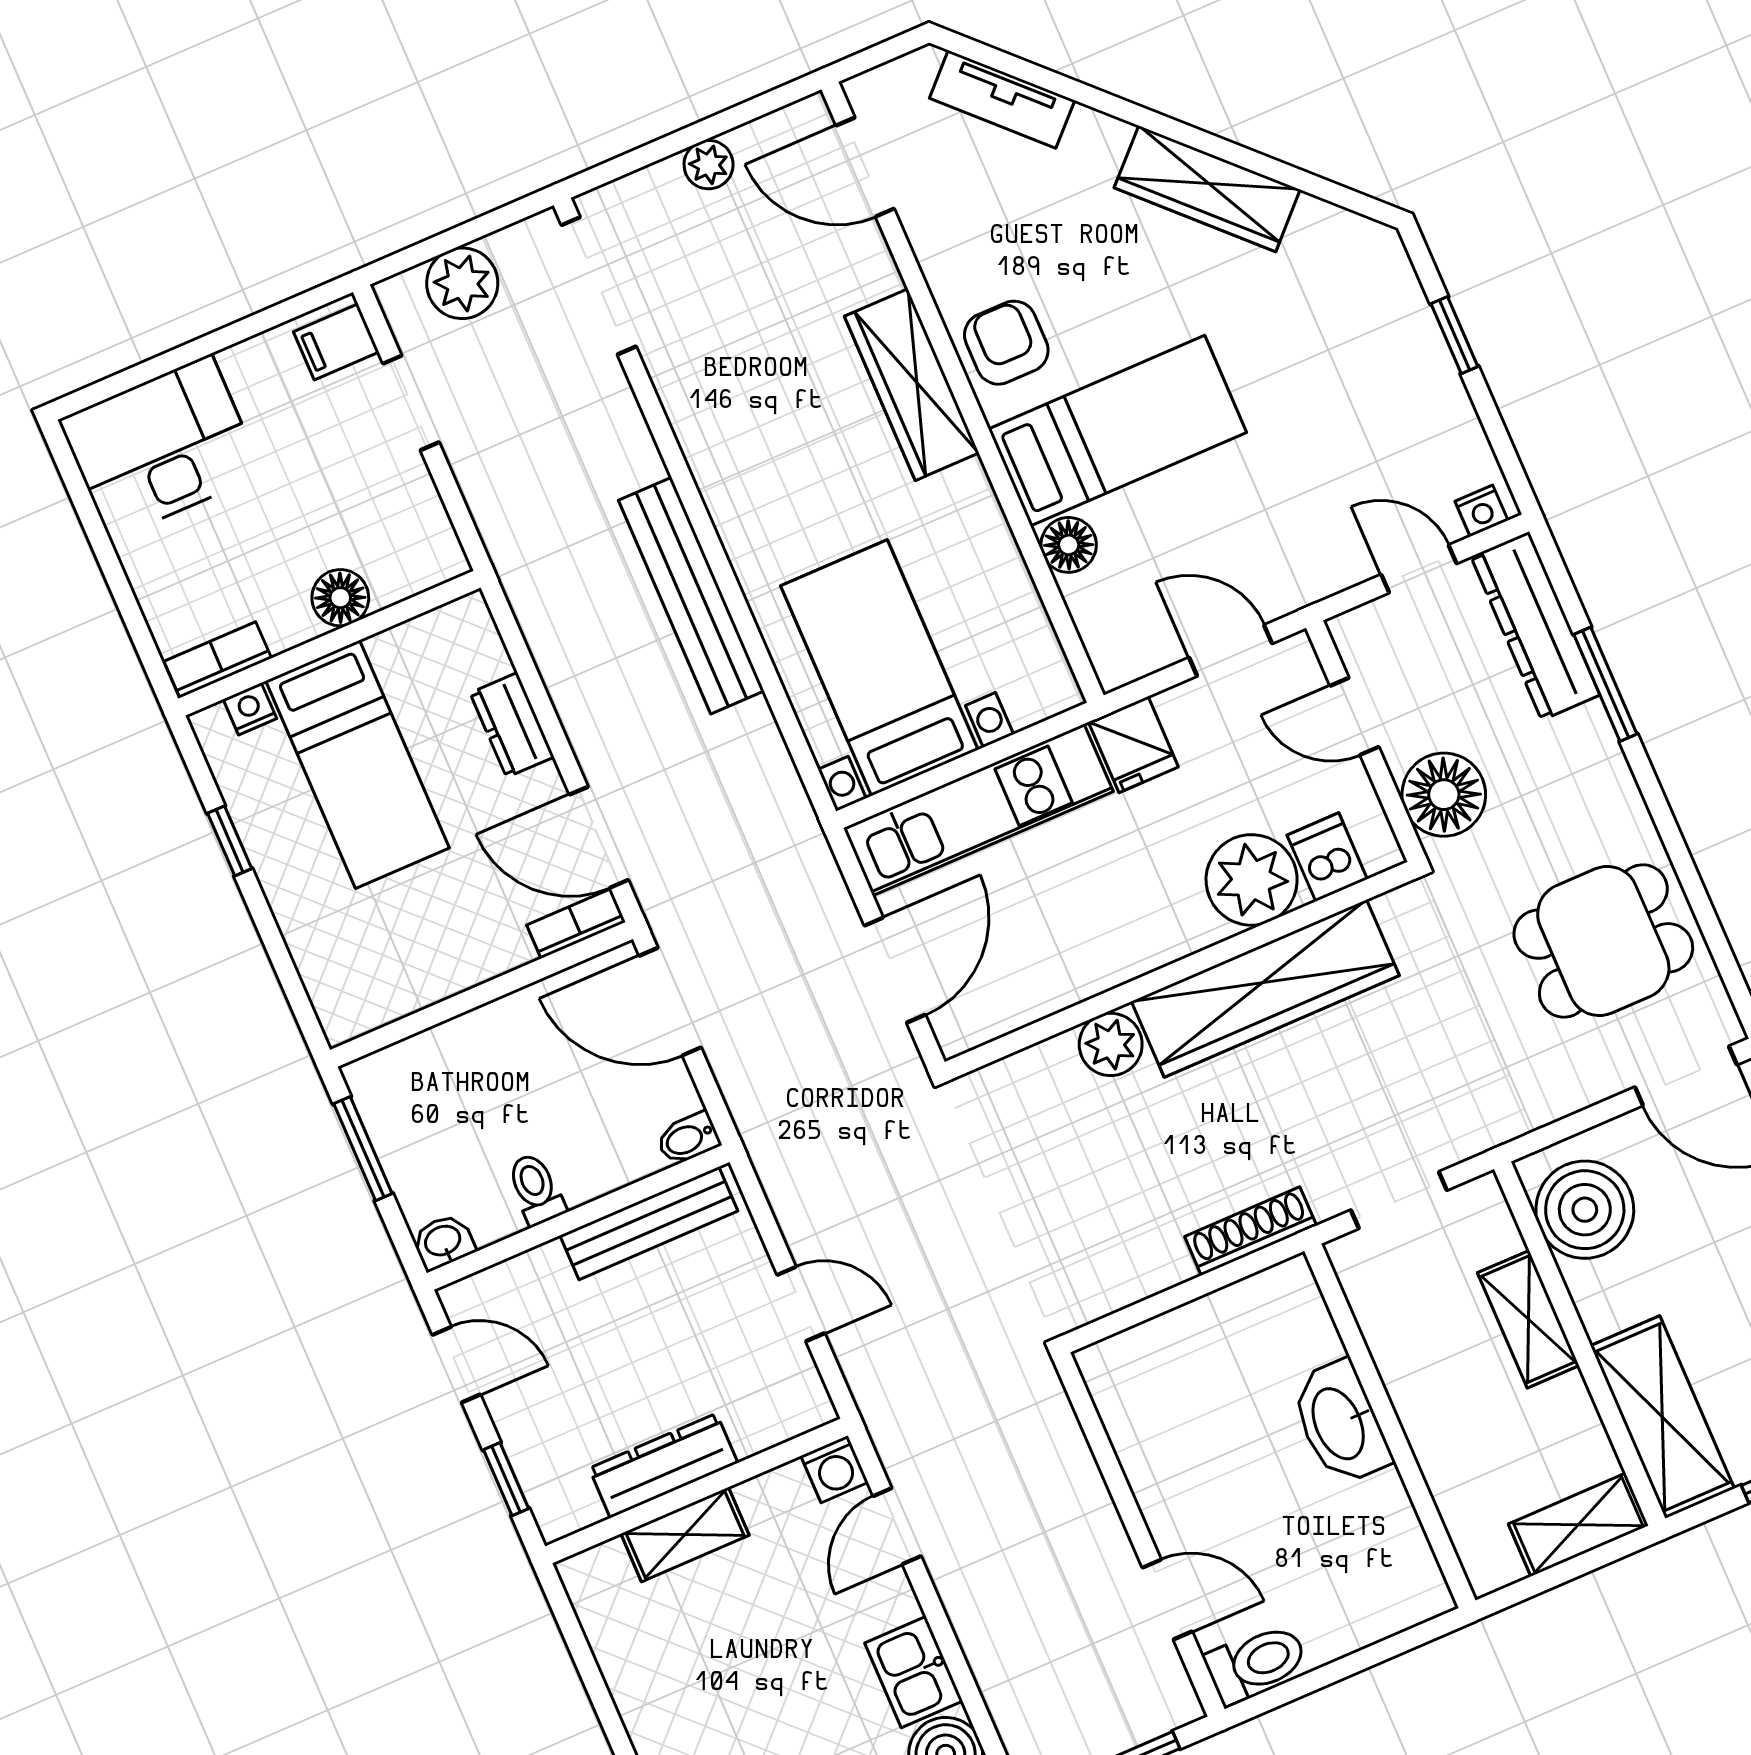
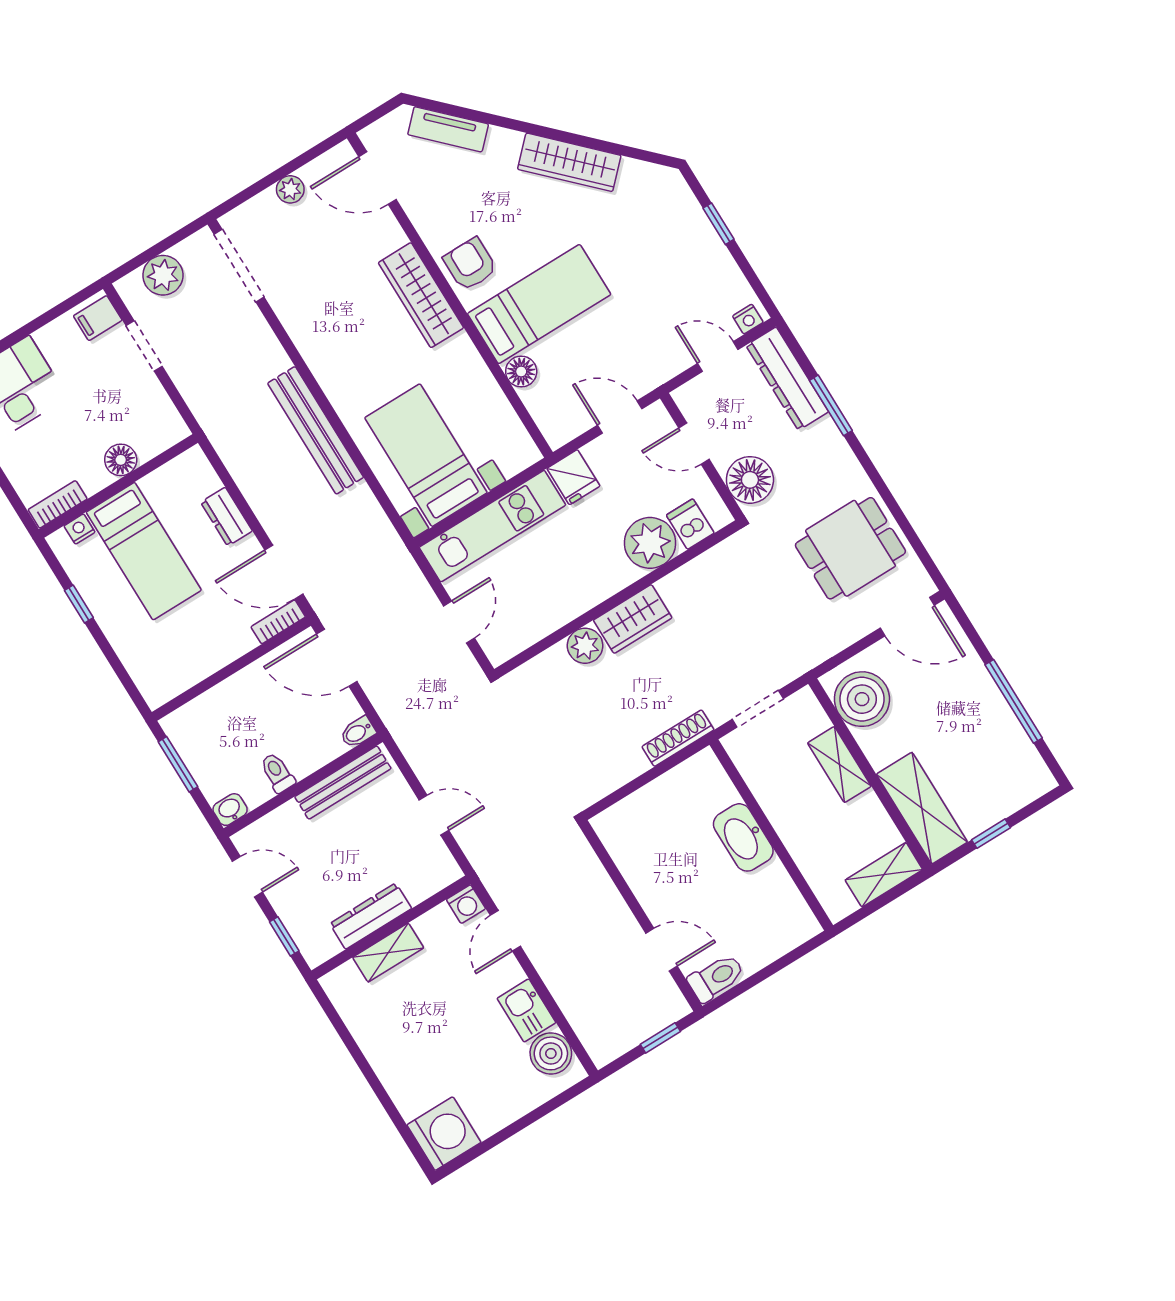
door: (895, 970) -> (459, 622), width x0.73
wardrobe: (1265, 988) -> (633, 619), width x0.48, depth x0.85

